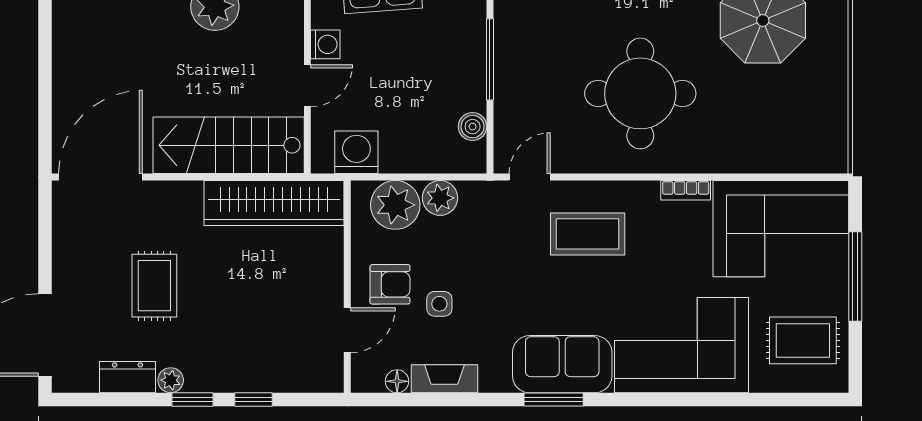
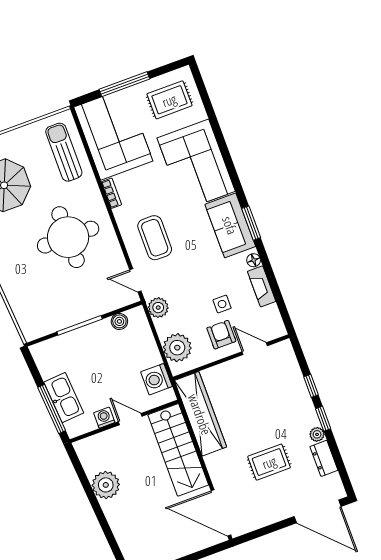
sun lounger: (781, 137) -> (64, 152), added
plant: (440, 198) -> (158, 308), moved
rug: (803, 340) -> (169, 100), turned 90
floor lamp: (397, 381) -> (254, 260), moved

